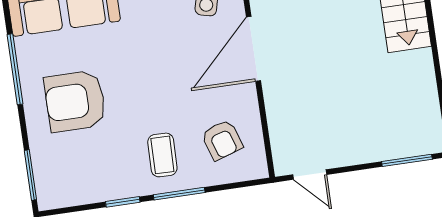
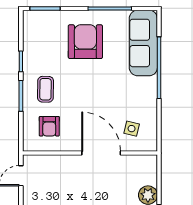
armchair: (222, 140) -> (49, 126), turned -72
coffee table: (162, 155) -> (46, 89), turned 90

